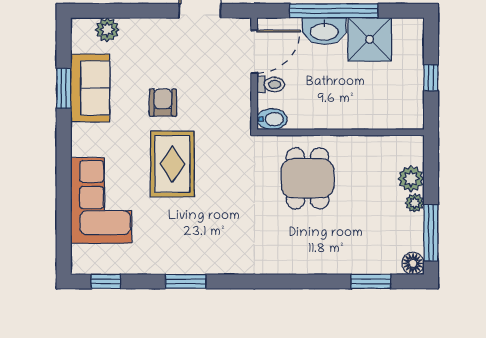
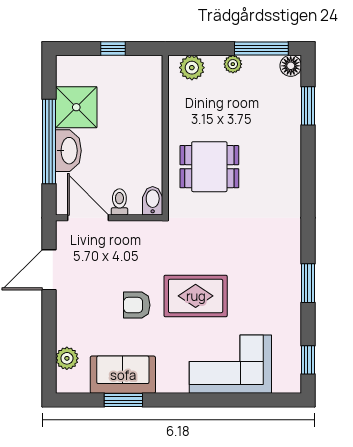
plant: (411, 179) -> (192, 68), moved

